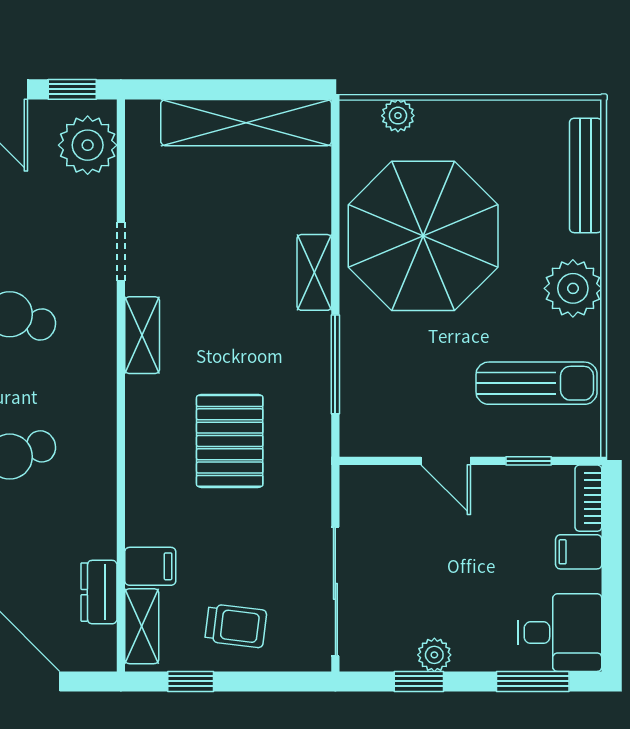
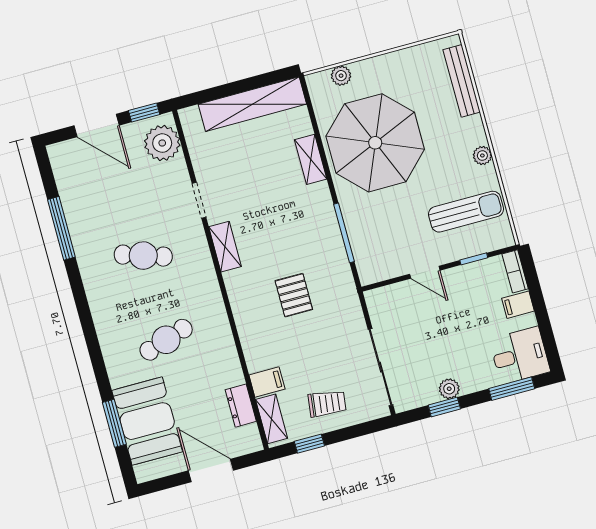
shelving: (314, 272) -> (311, 159), moved
plant: (573, 288) -> (482, 156), width x0.53, depth x0.53
pallet: (230, 441) -> (294, 295), width x0.67, depth x0.71

